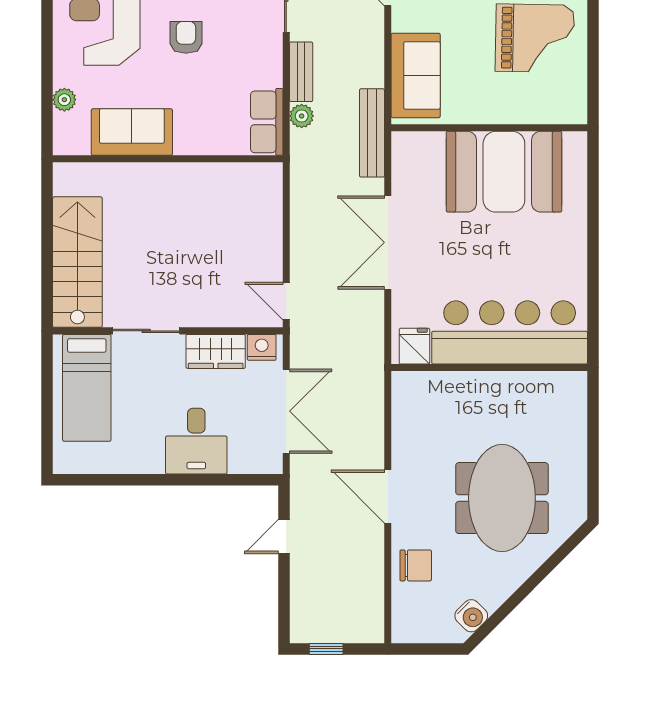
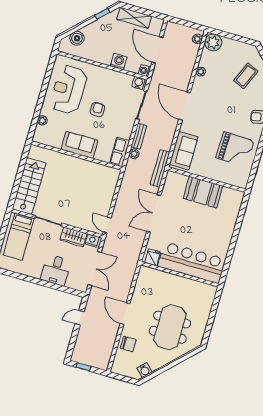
sofa: (132, 132) -> (80, 145), moved
booth: (504, 172) -> (203, 192), width x0.73, depth x0.70

